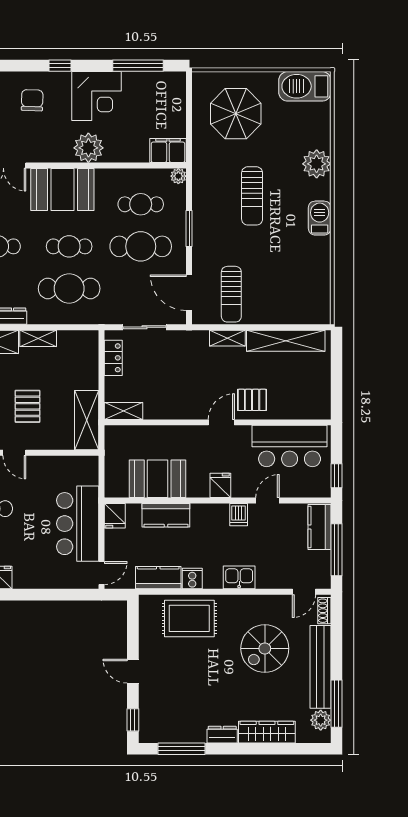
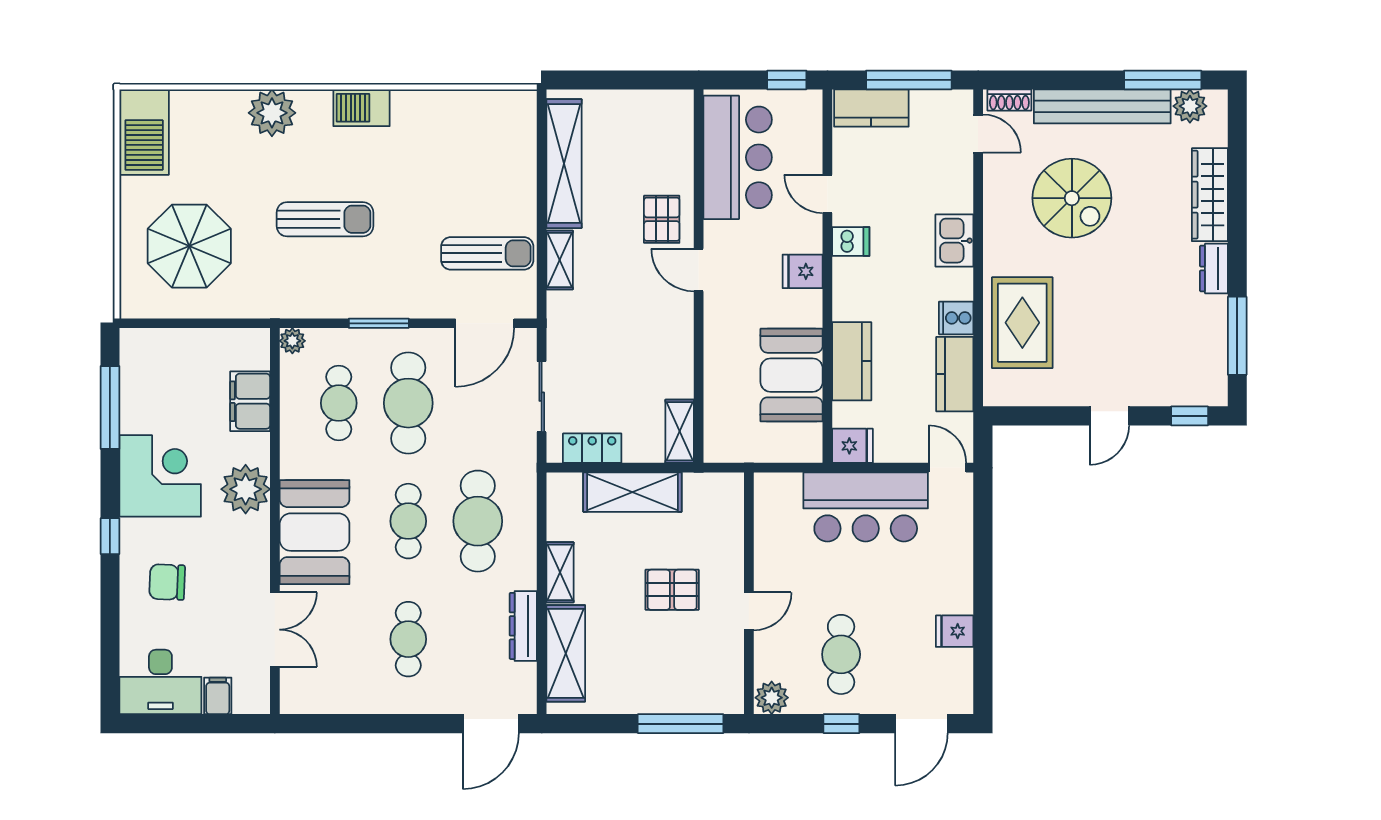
filing cabinet: (168, 151) -> (250, 401), moved
shelving: (87, 420) -> (632, 492), moved

